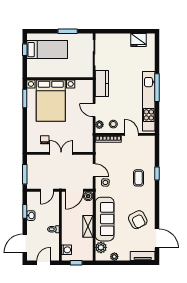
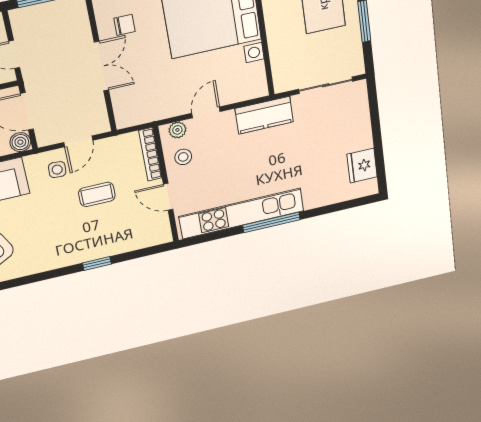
door: (131, 134) -> (168, 197), swing flipped
coffee table: (139, 178) -> (97, 194), moved

